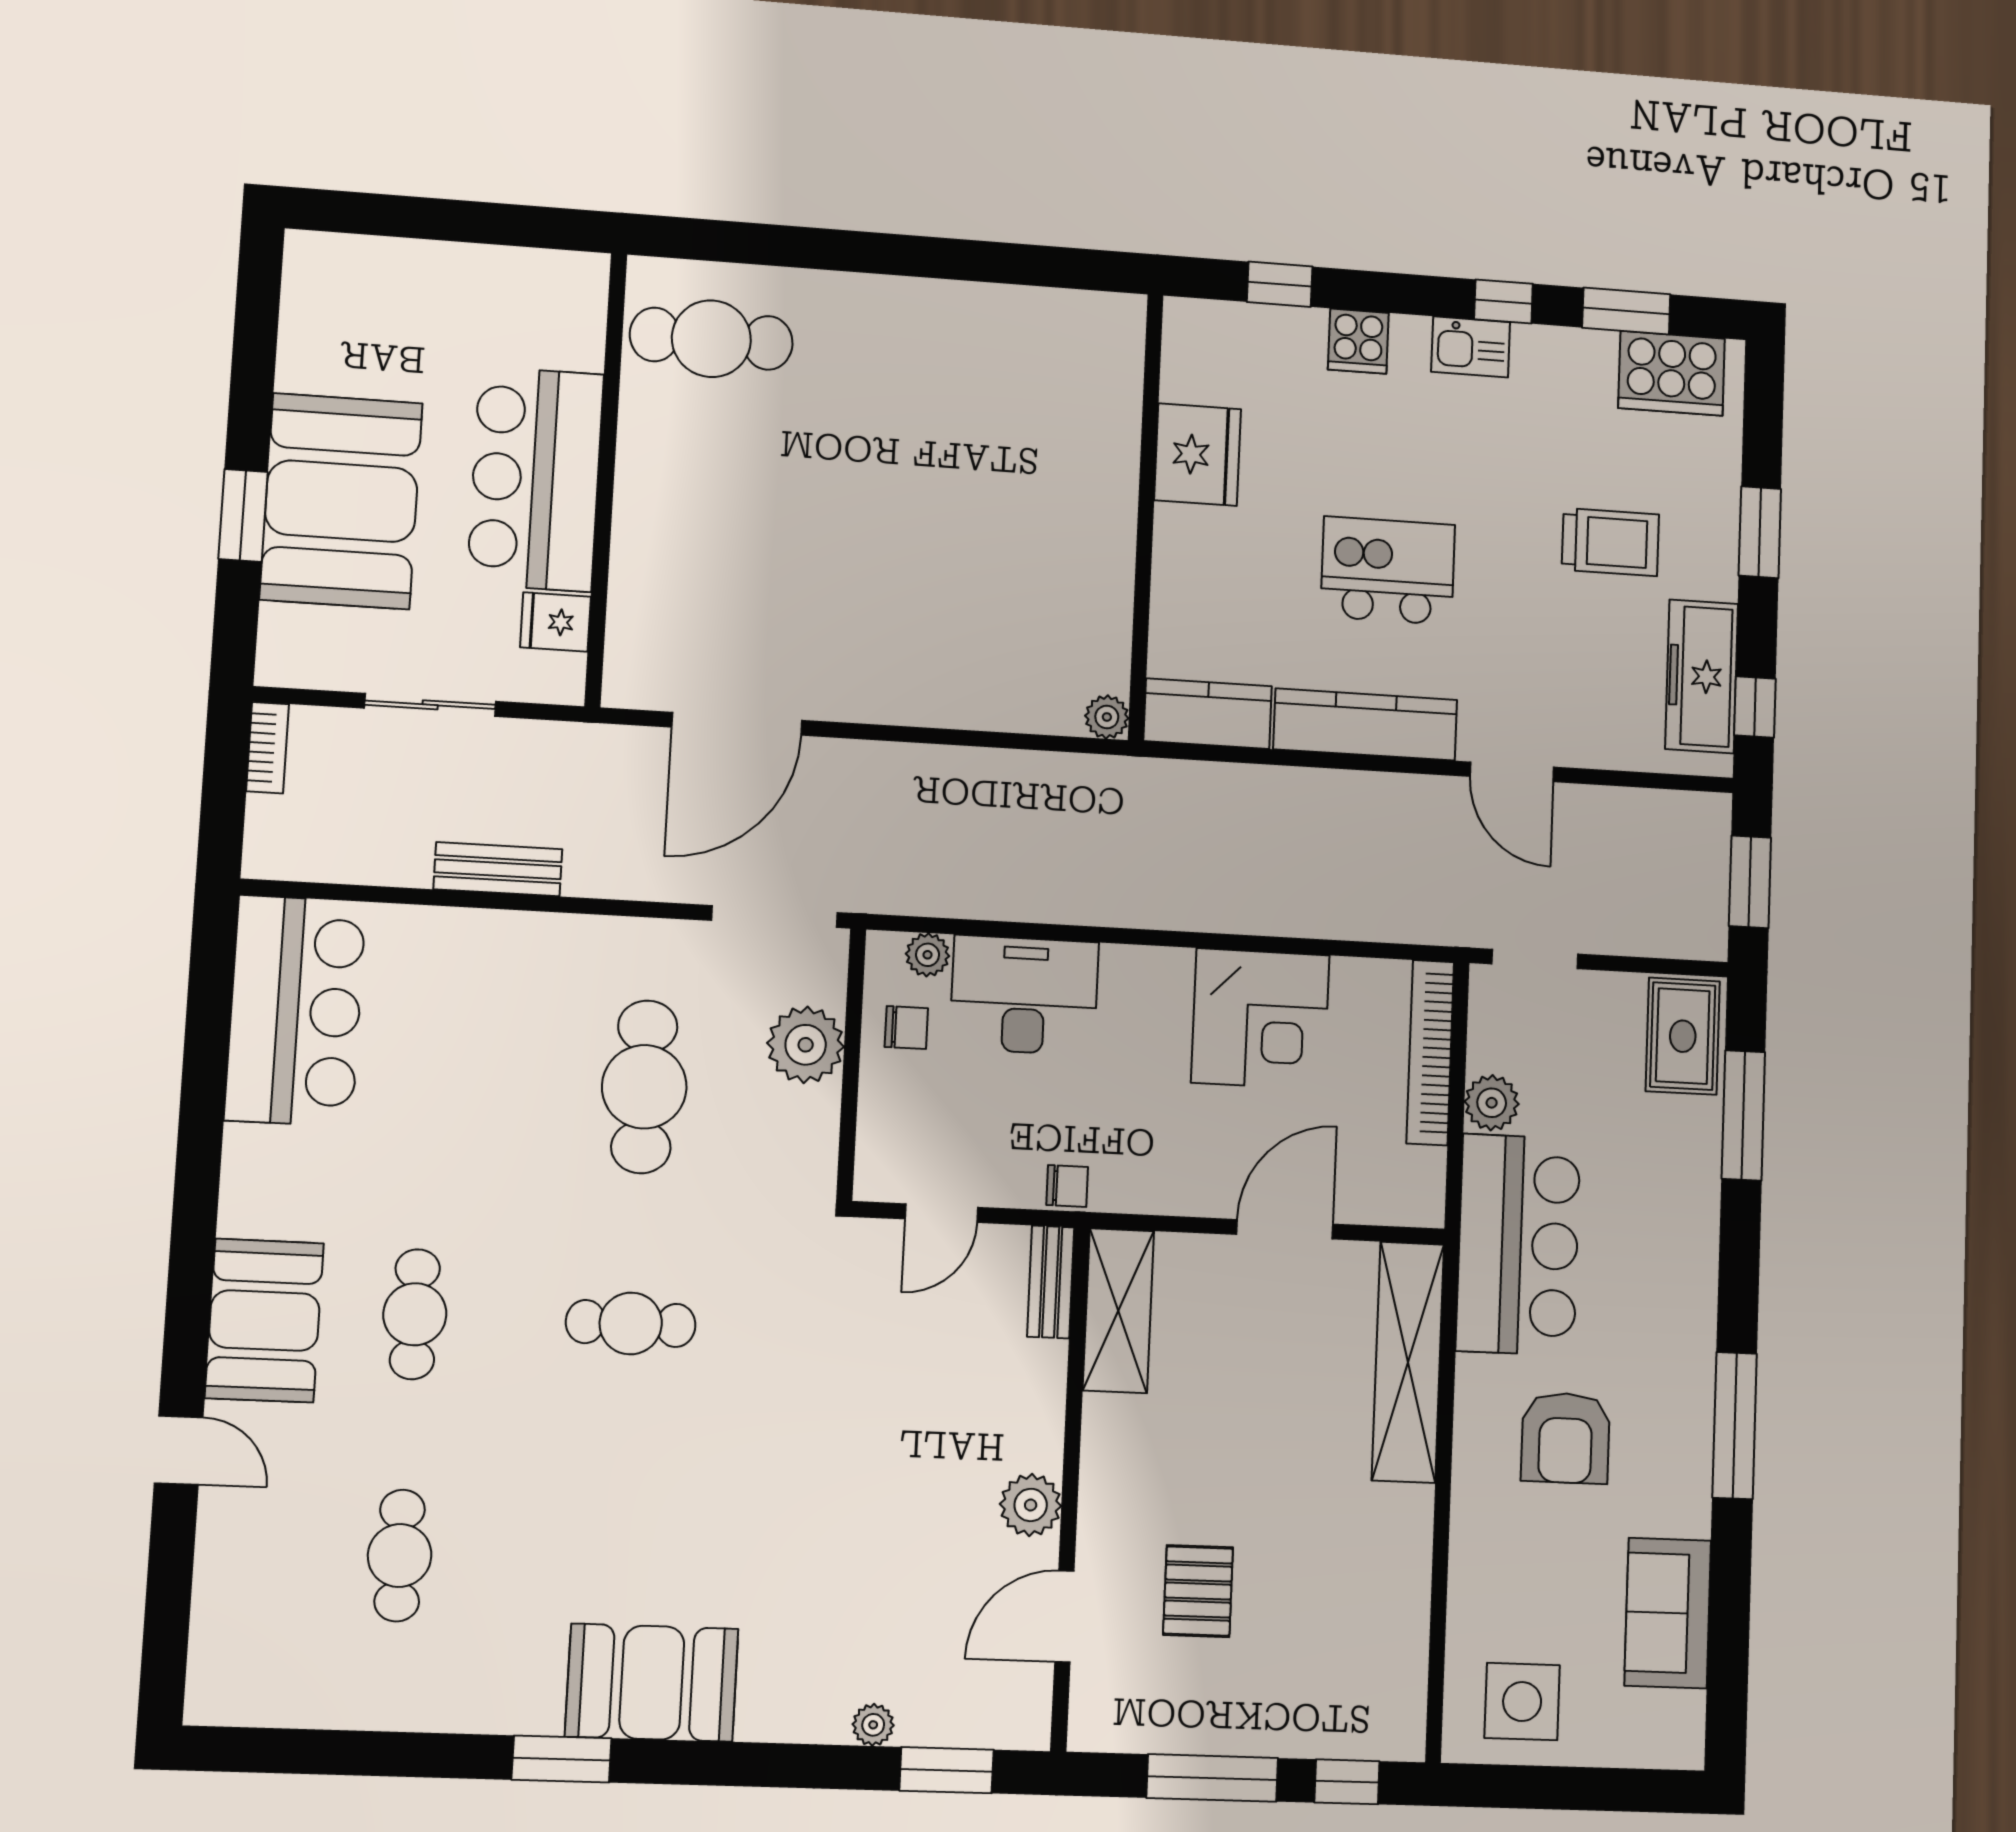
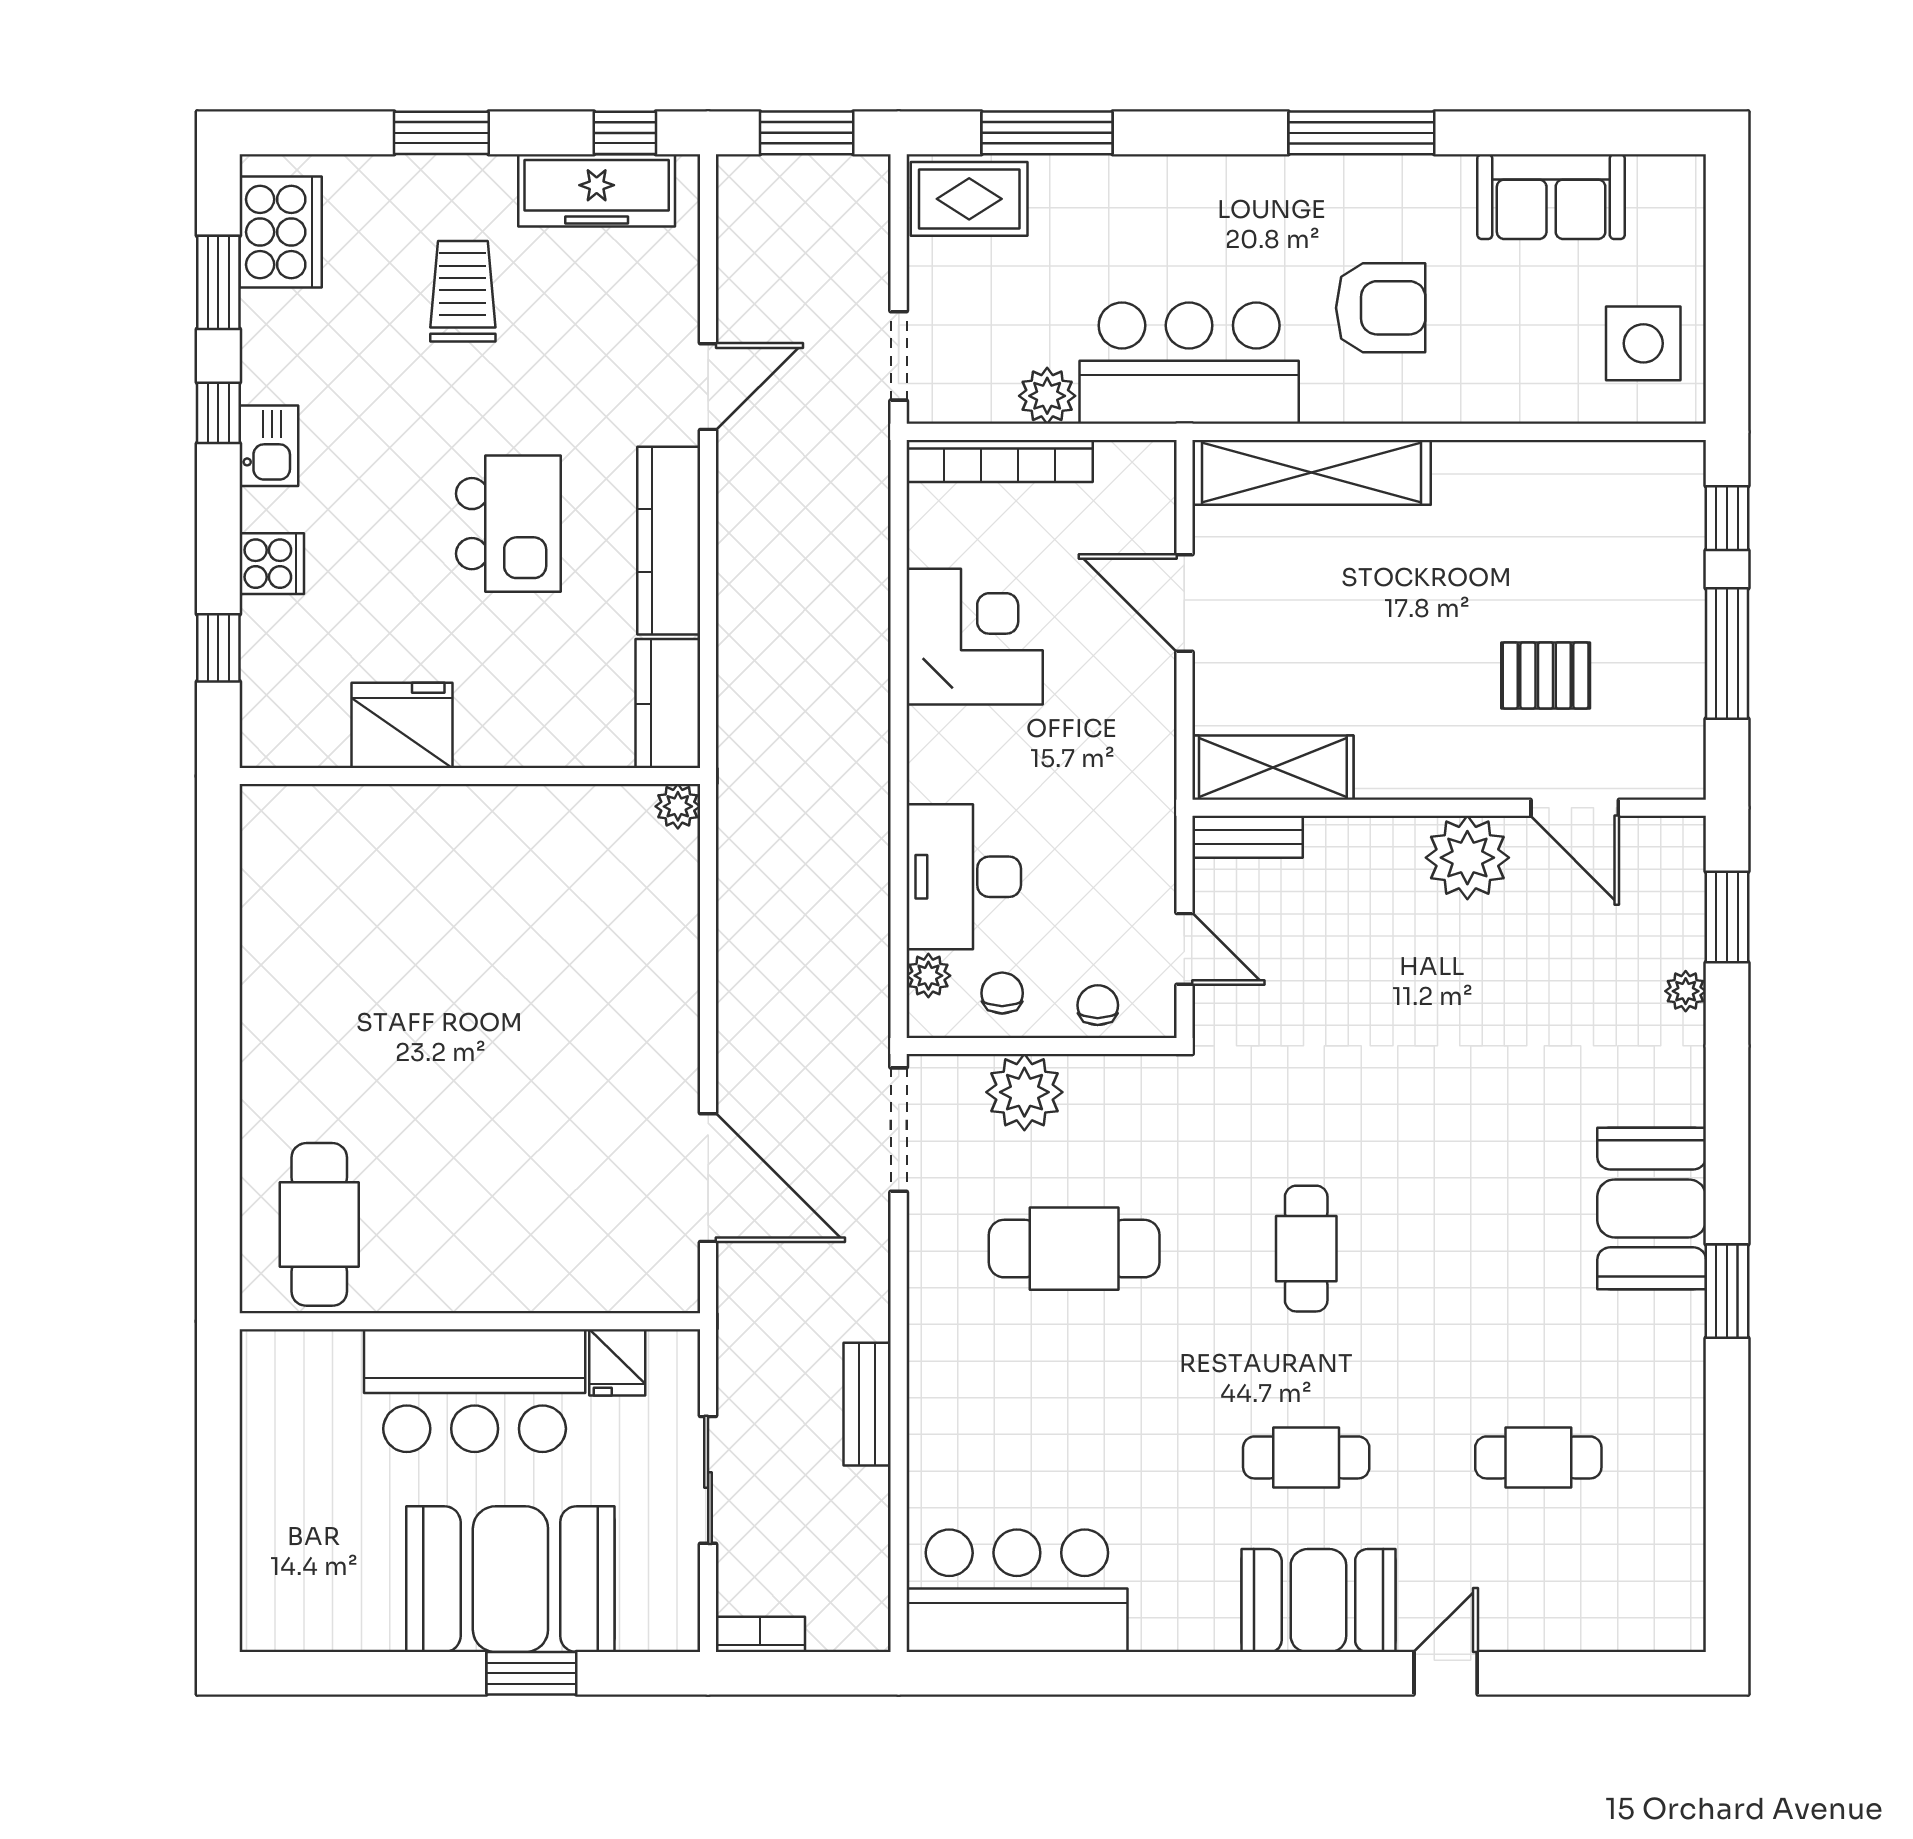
kitchen island: (1388, 571) -> (508, 524), turned 180
chair: (1067, 1186) -> (1098, 1005), moved
plant: (1031, 1505) -> (1467, 858), width x1.36, depth x1.36

